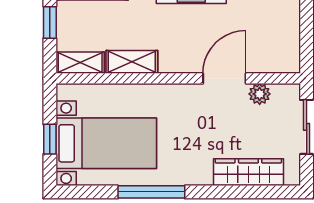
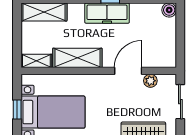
window: (50, 22) -> (17, 35), removed
shelving: (132, 62) -> (77, 58), width x1.50, depth x1.33

